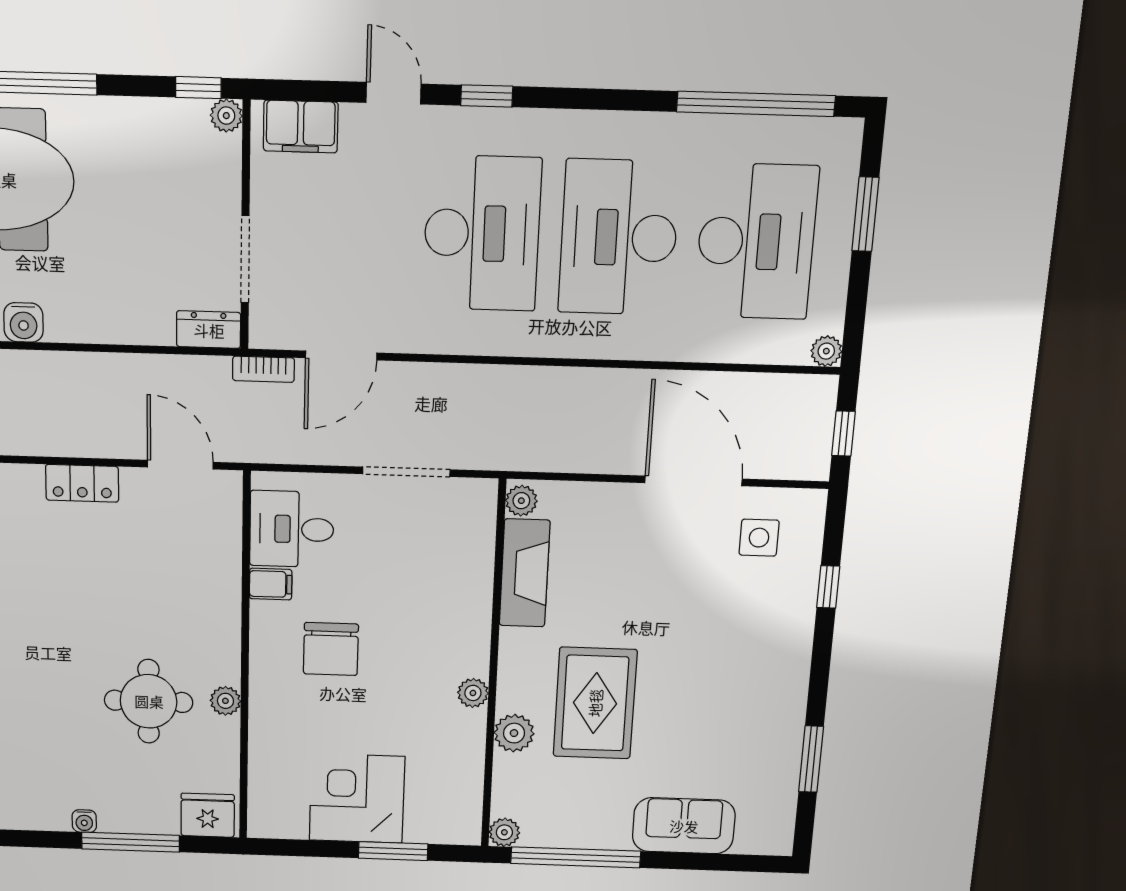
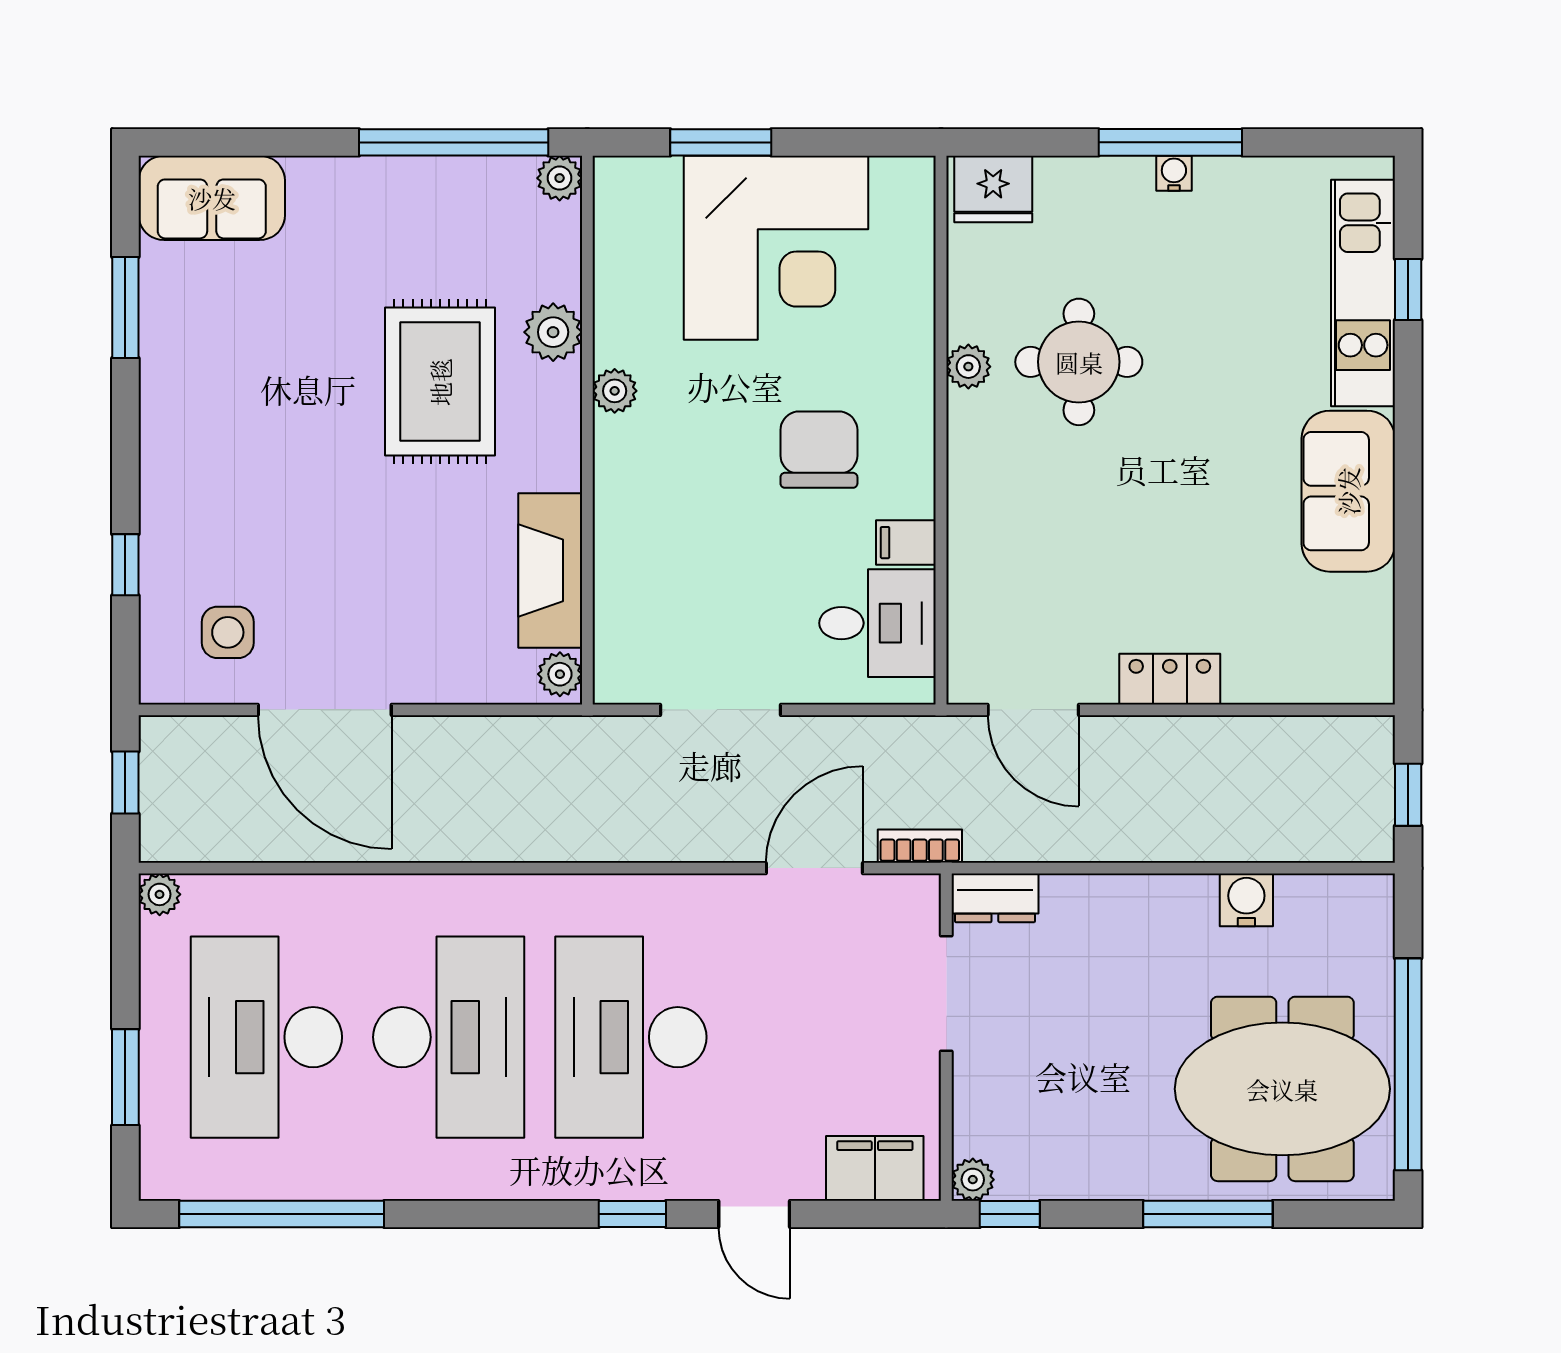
corner desk: (357, 798) -> (776, 248), width x1.36, depth x1.36
sofa: (684, 826) -> (212, 198), moved
window: (131, 842) -> (1170, 142), moved

